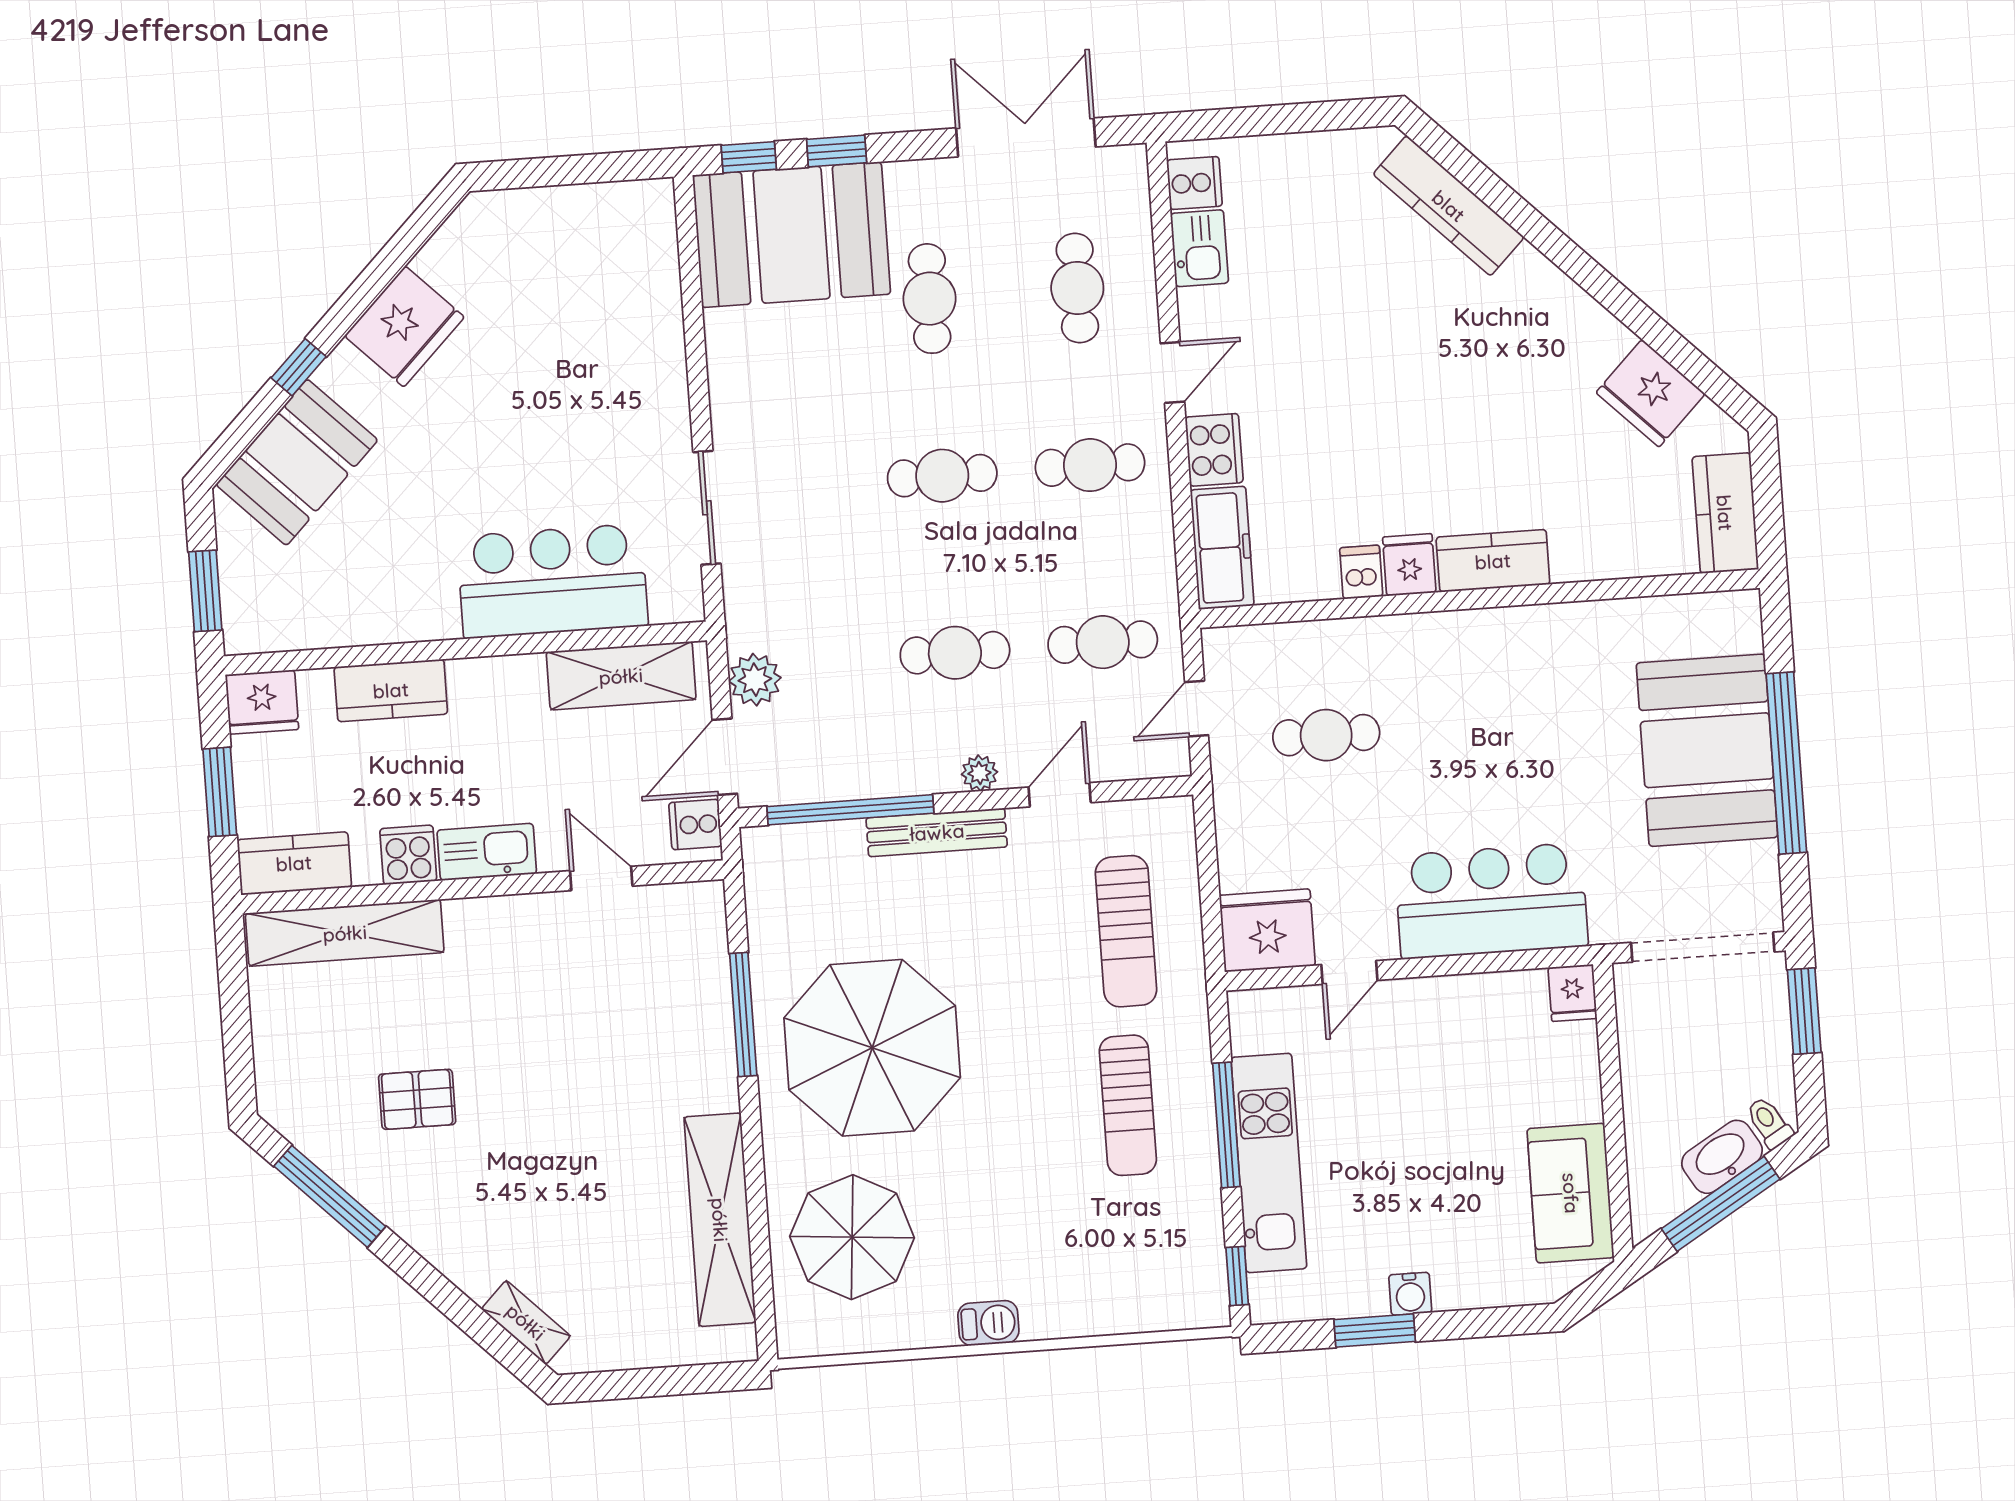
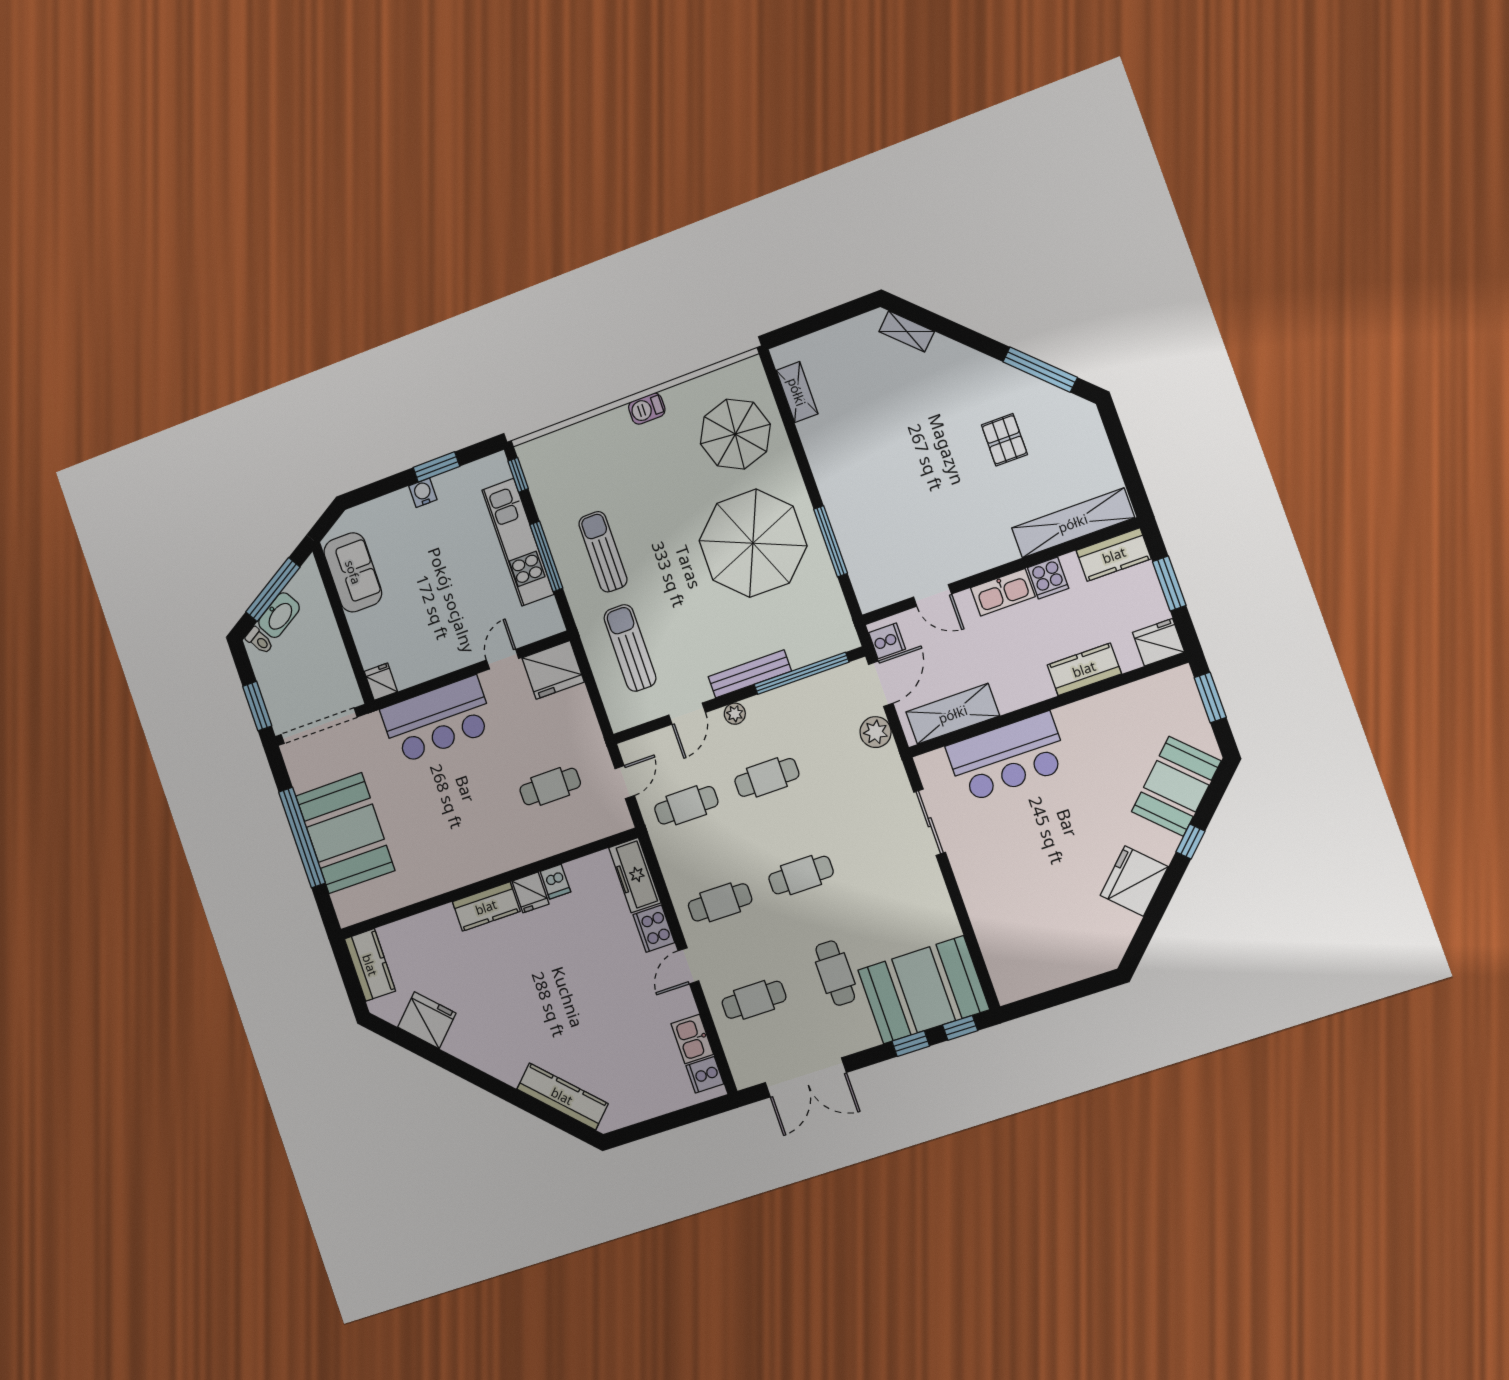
cafe table: (1077, 288) -> (754, 1000), turned 90
pallet: (417, 1099) -> (1004, 440), turned 90
shelving: (720, 1220) -> (797, 392), width x0.45, depth x0.75

